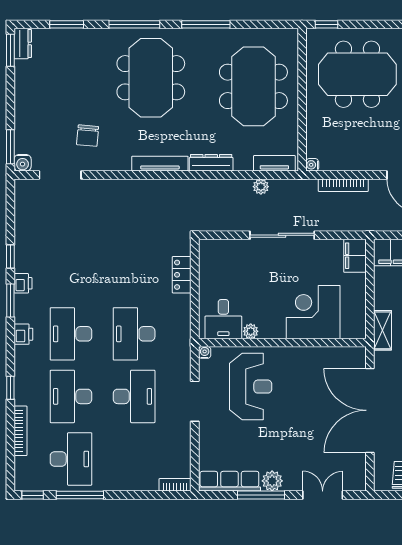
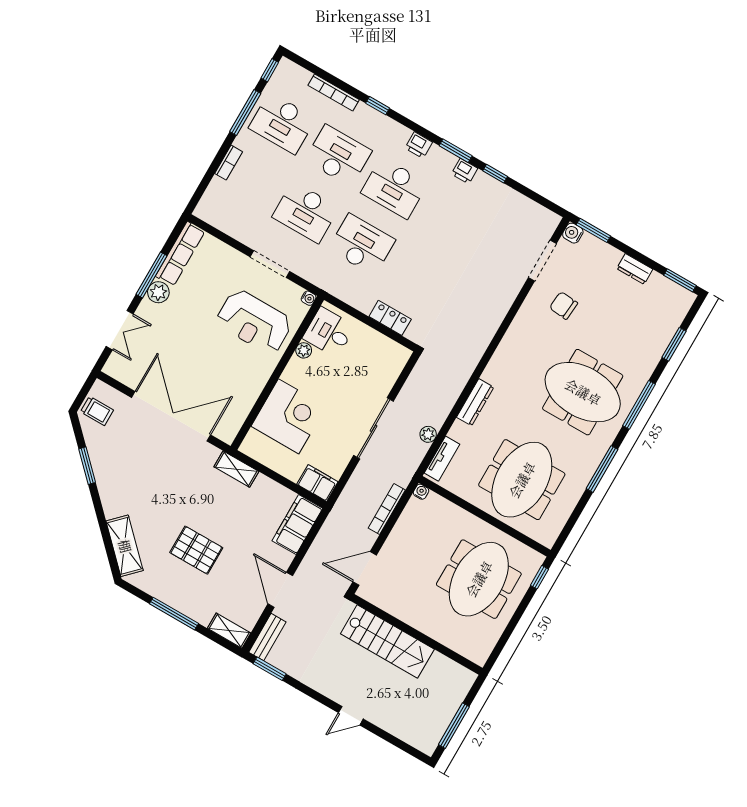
dresser: (23, 43) -> (635, 269), moved
meeting table: (253, 86) -> (522, 480), turned 90
tv unit: (160, 164) -> (501, 356), removed
desk: (71, 334) -> (394, 188), turned 180
bookcase: (175, 485) -> (229, 163), moved

